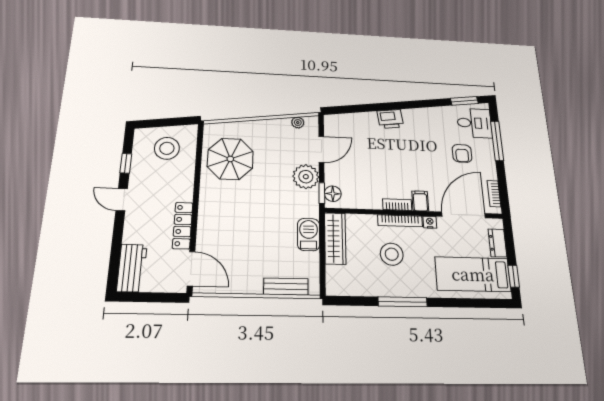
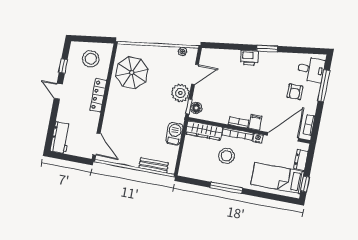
window: (464, 101) -> (267, 48), moved
locker: (183, 225) -> (98, 95), moved
wardrobe: (335, 238) -> (204, 131), moved, turned 90

